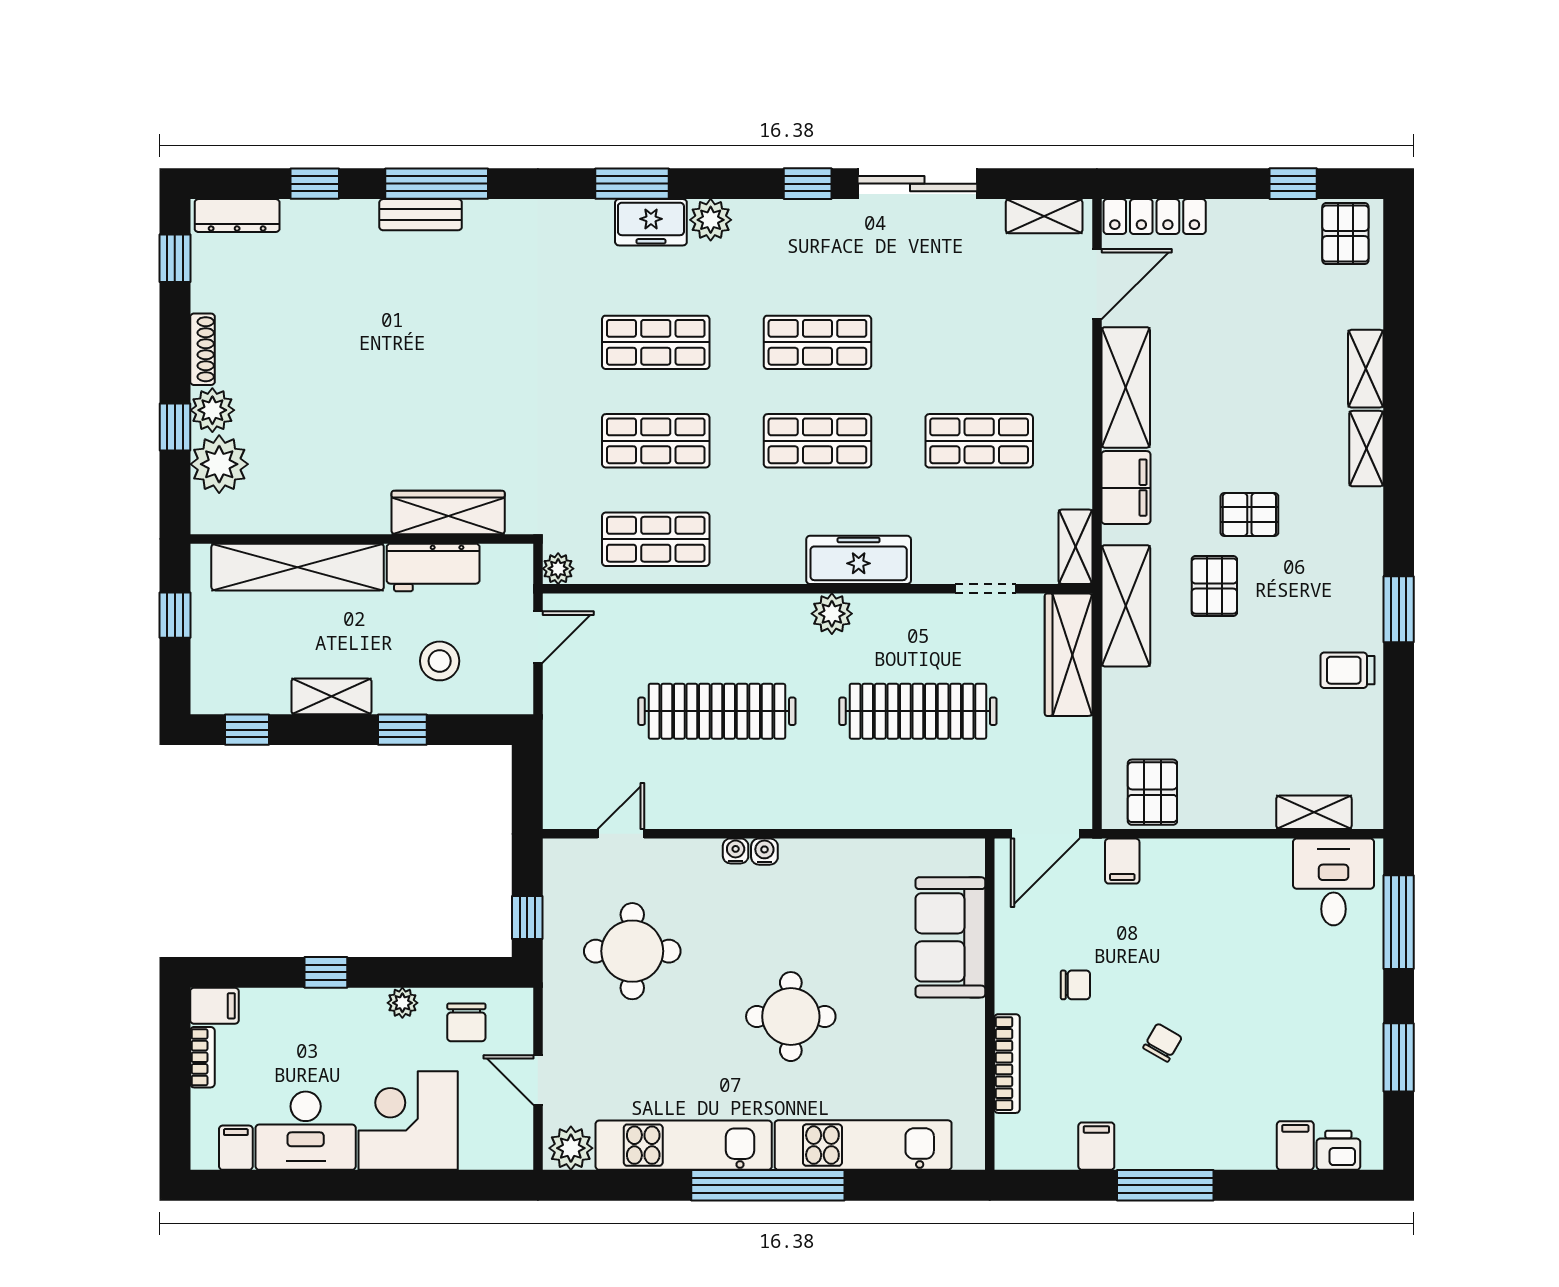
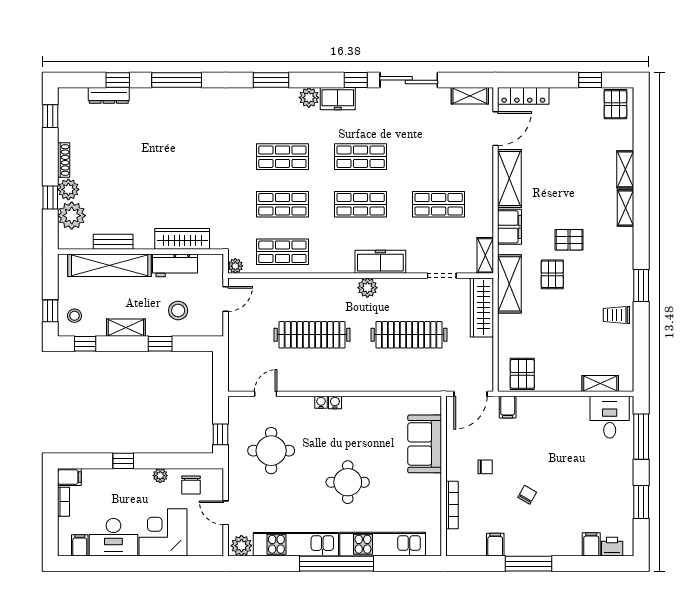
bench: (421, 215) -> (113, 242), moved
dresser: (237, 216) -> (109, 95), moved
freezer: (651, 222) -> (338, 99), moved
window: (175, 615) -> (50, 311), moved
stool: (225, 672) -> (74, 316), added

